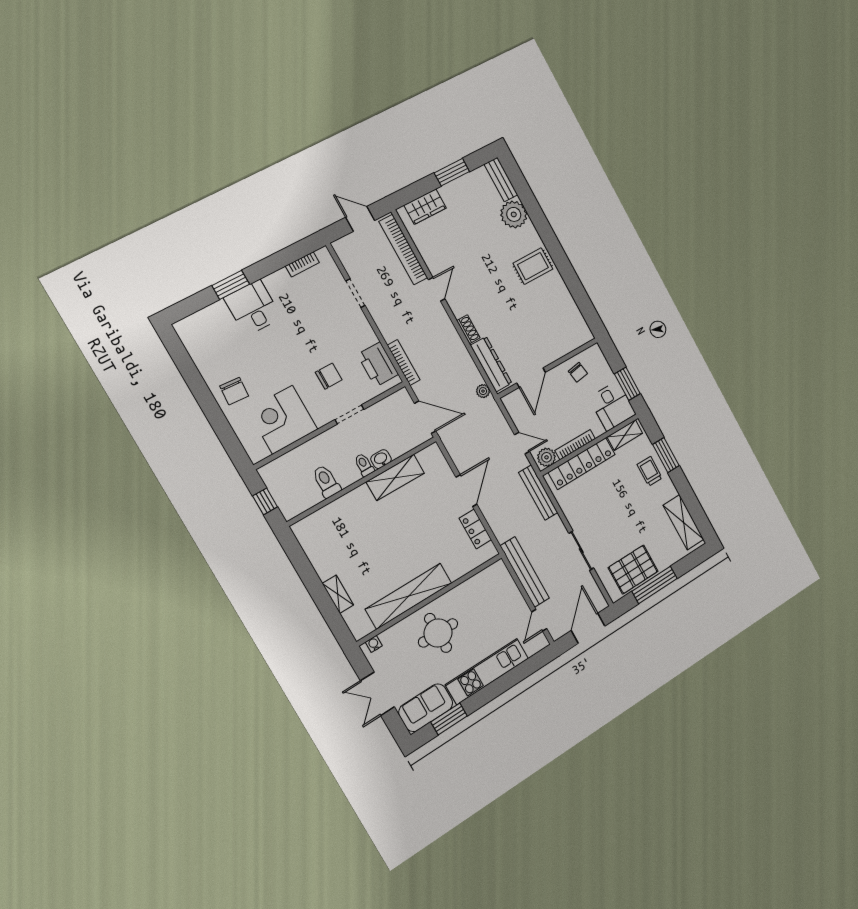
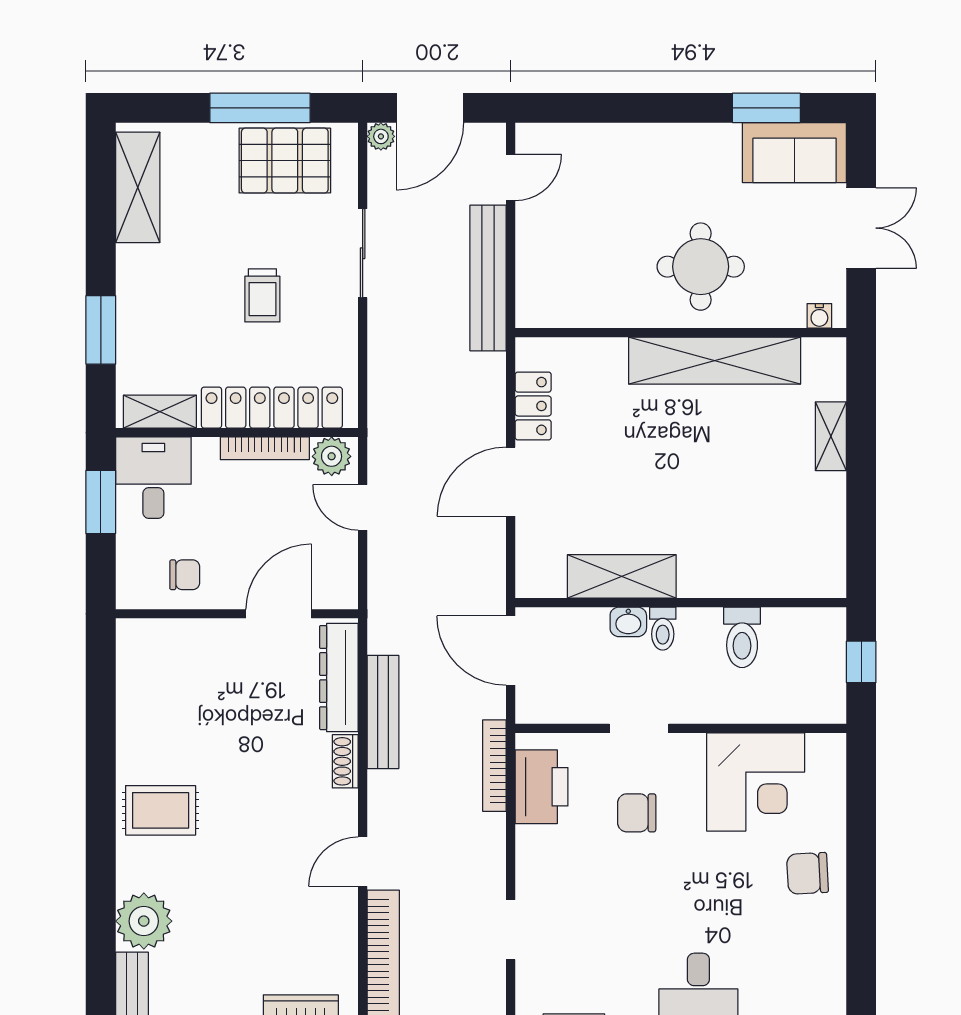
chair: (578, 372) -> (185, 575), turned 99
chair: (234, 391) -> (808, 873), turned -97
plant: (483, 391) -> (381, 136), moved
trolley: (650, 471) -> (262, 295), moved
bench: (538, 493) -> (383, 712), moved
kitchen unit: (487, 672) -> (654, 147), removed

